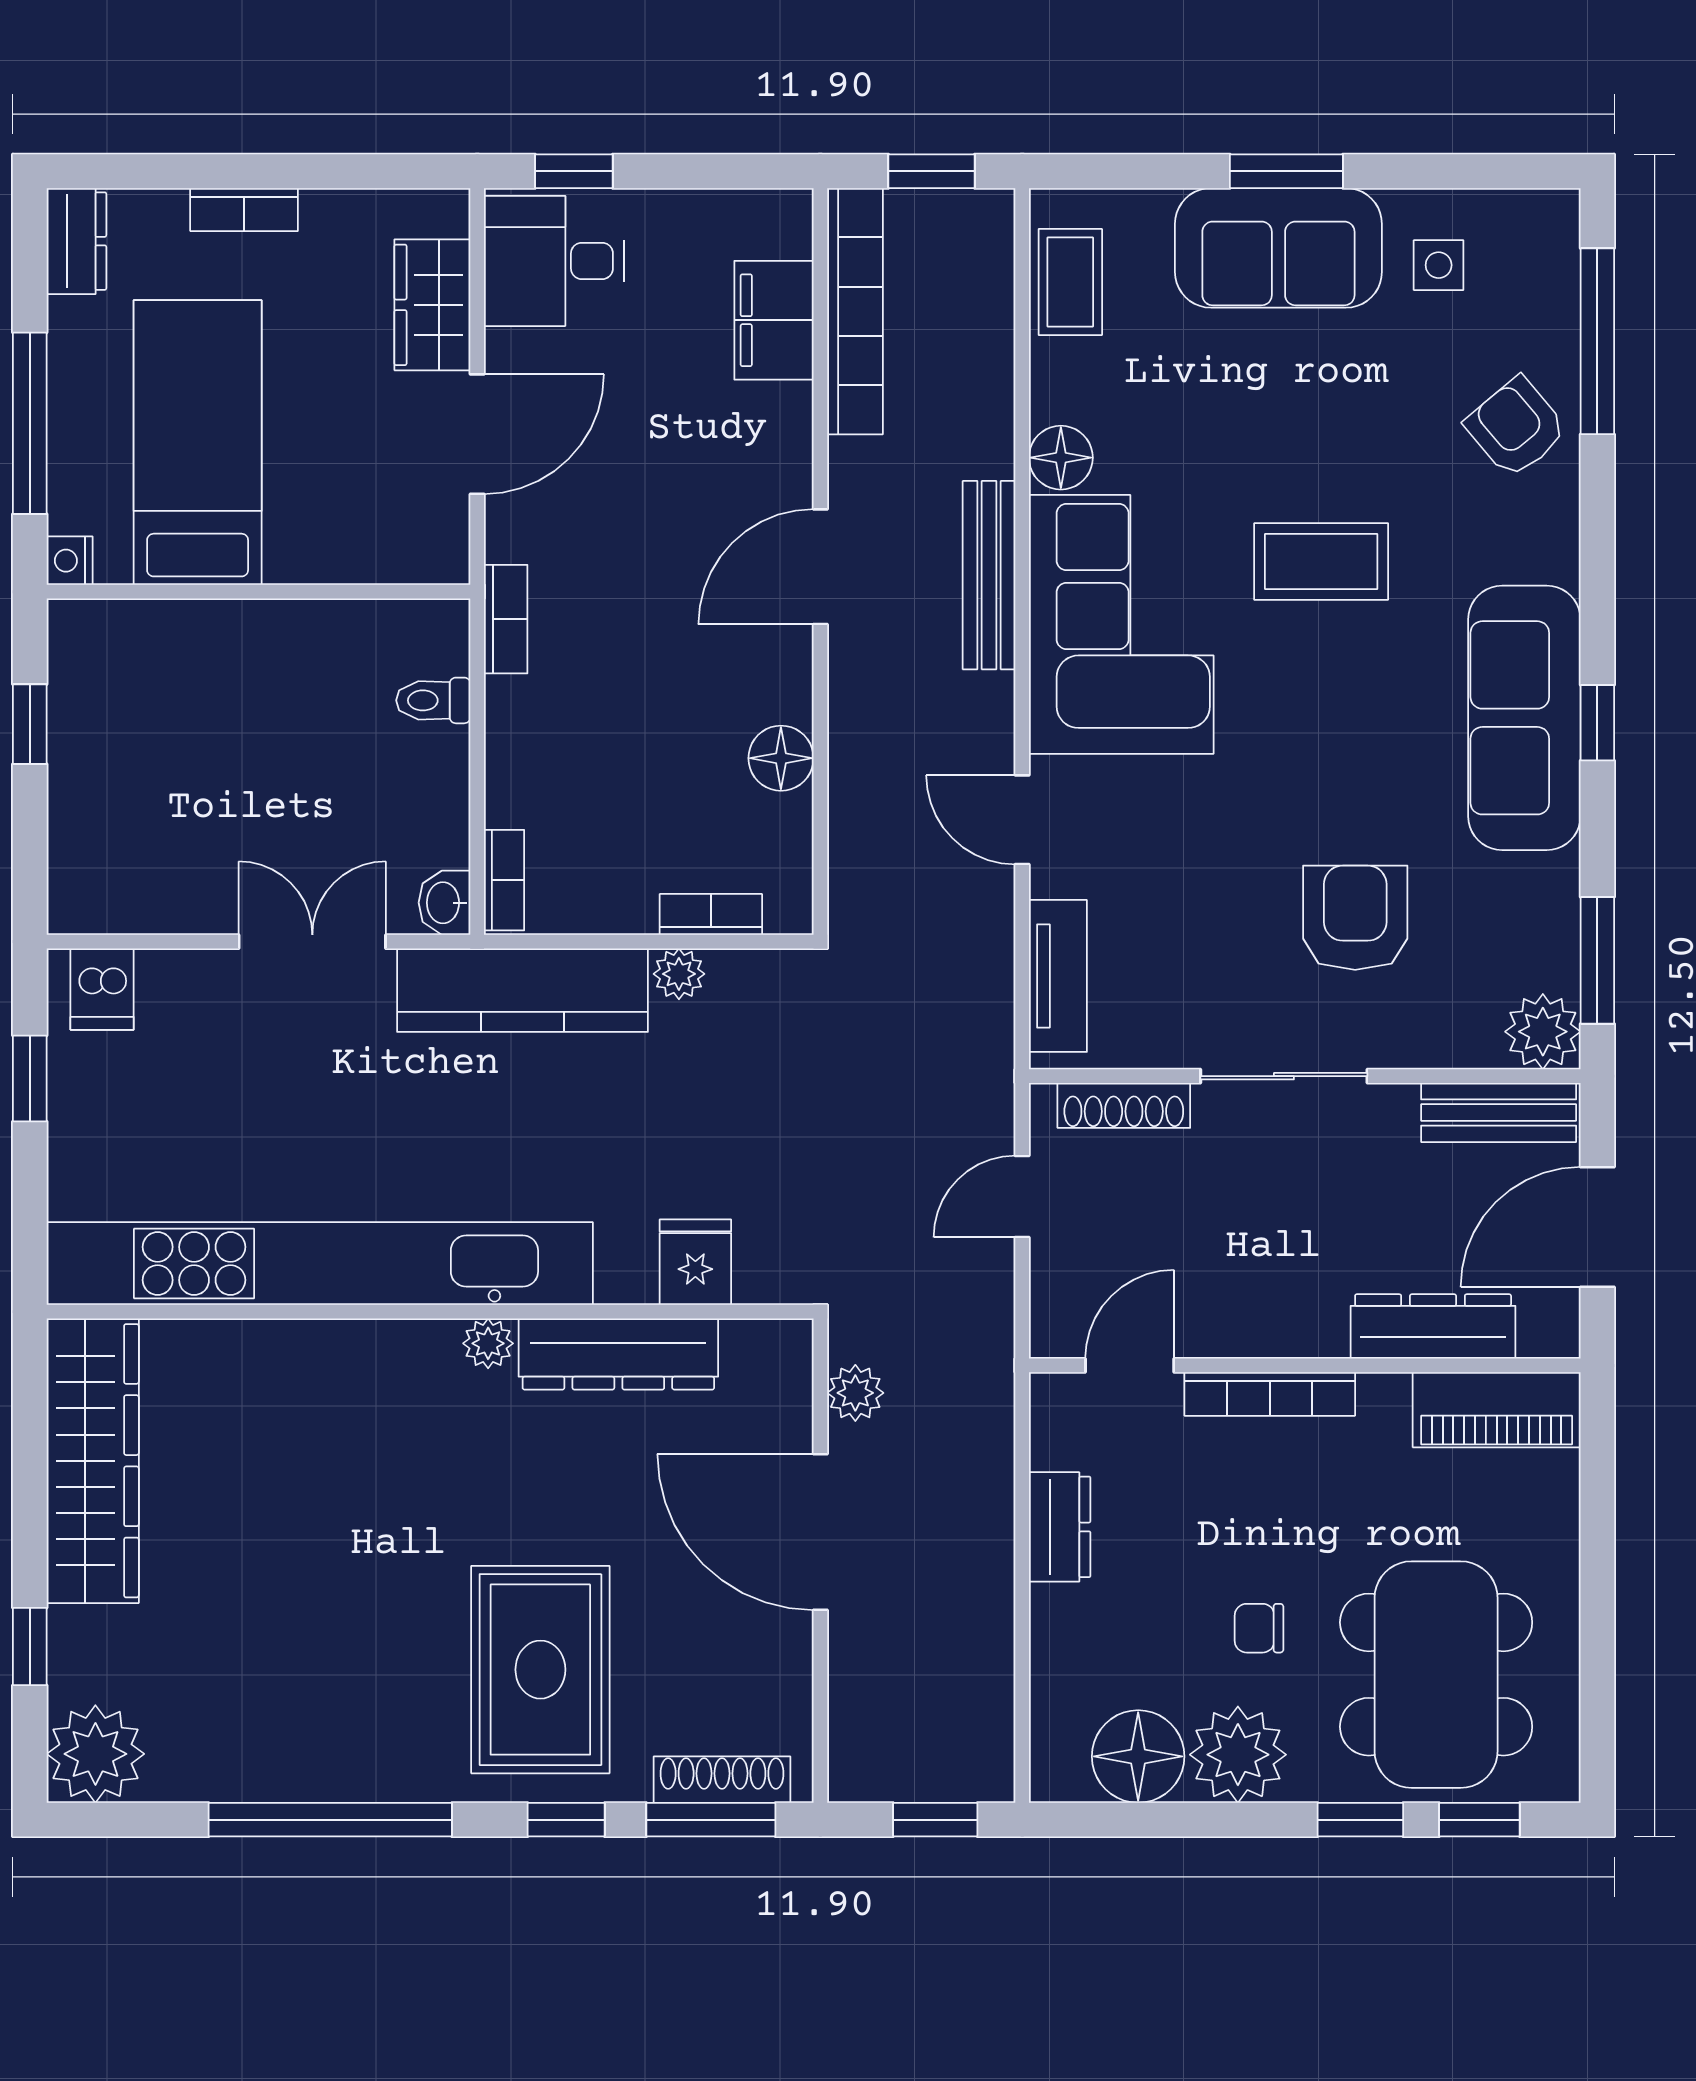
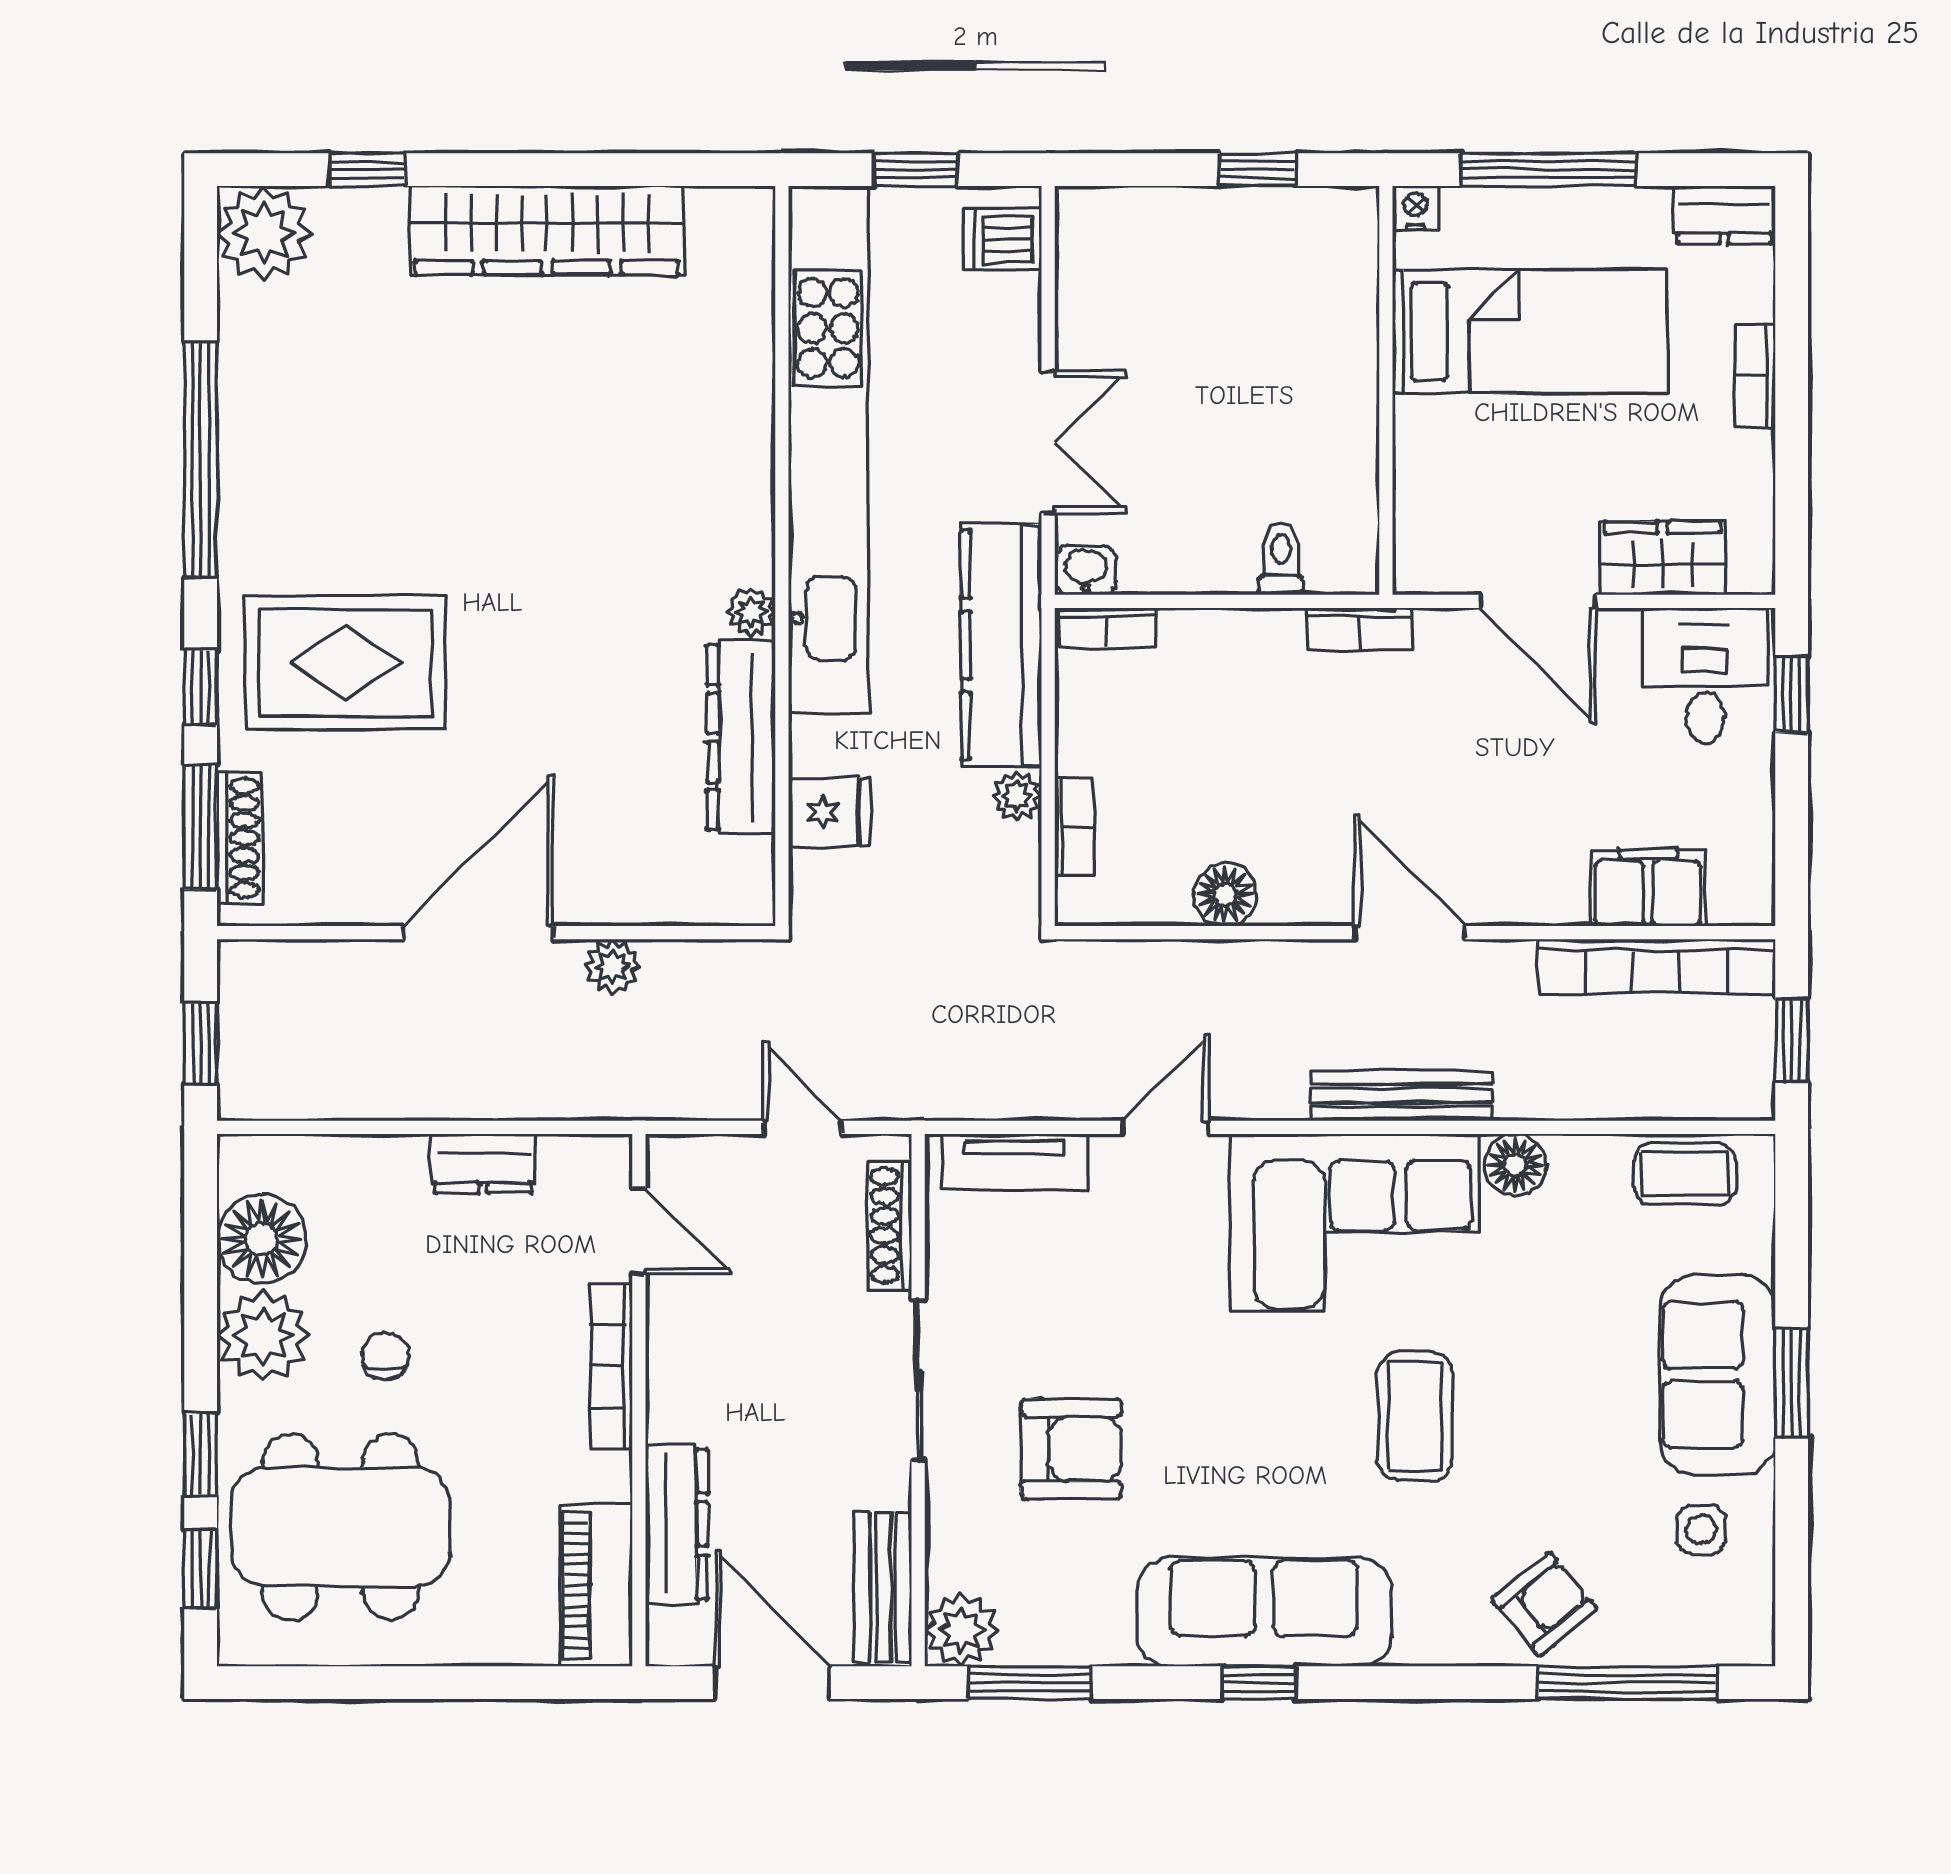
fridge: (695, 1262) -> (830, 812), moved
kitchen unit: (320, 1263) -> (828, 449), moved
wall: (430, 1312) -> (782, 556), moved
plant: (488, 1343) -> (751, 612), moved
dresser: (618, 1354) -> (741, 738), moved

